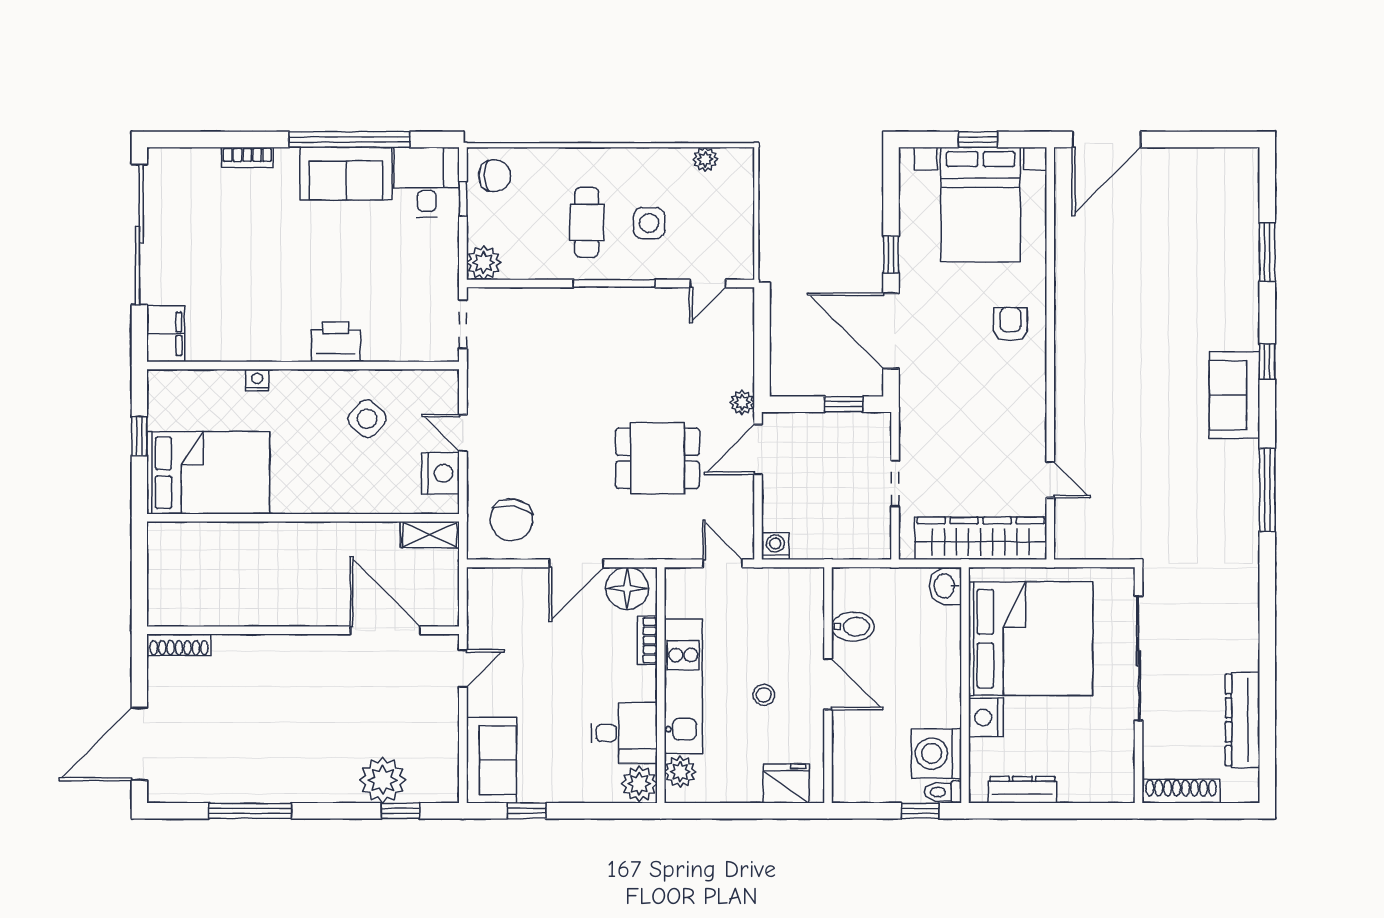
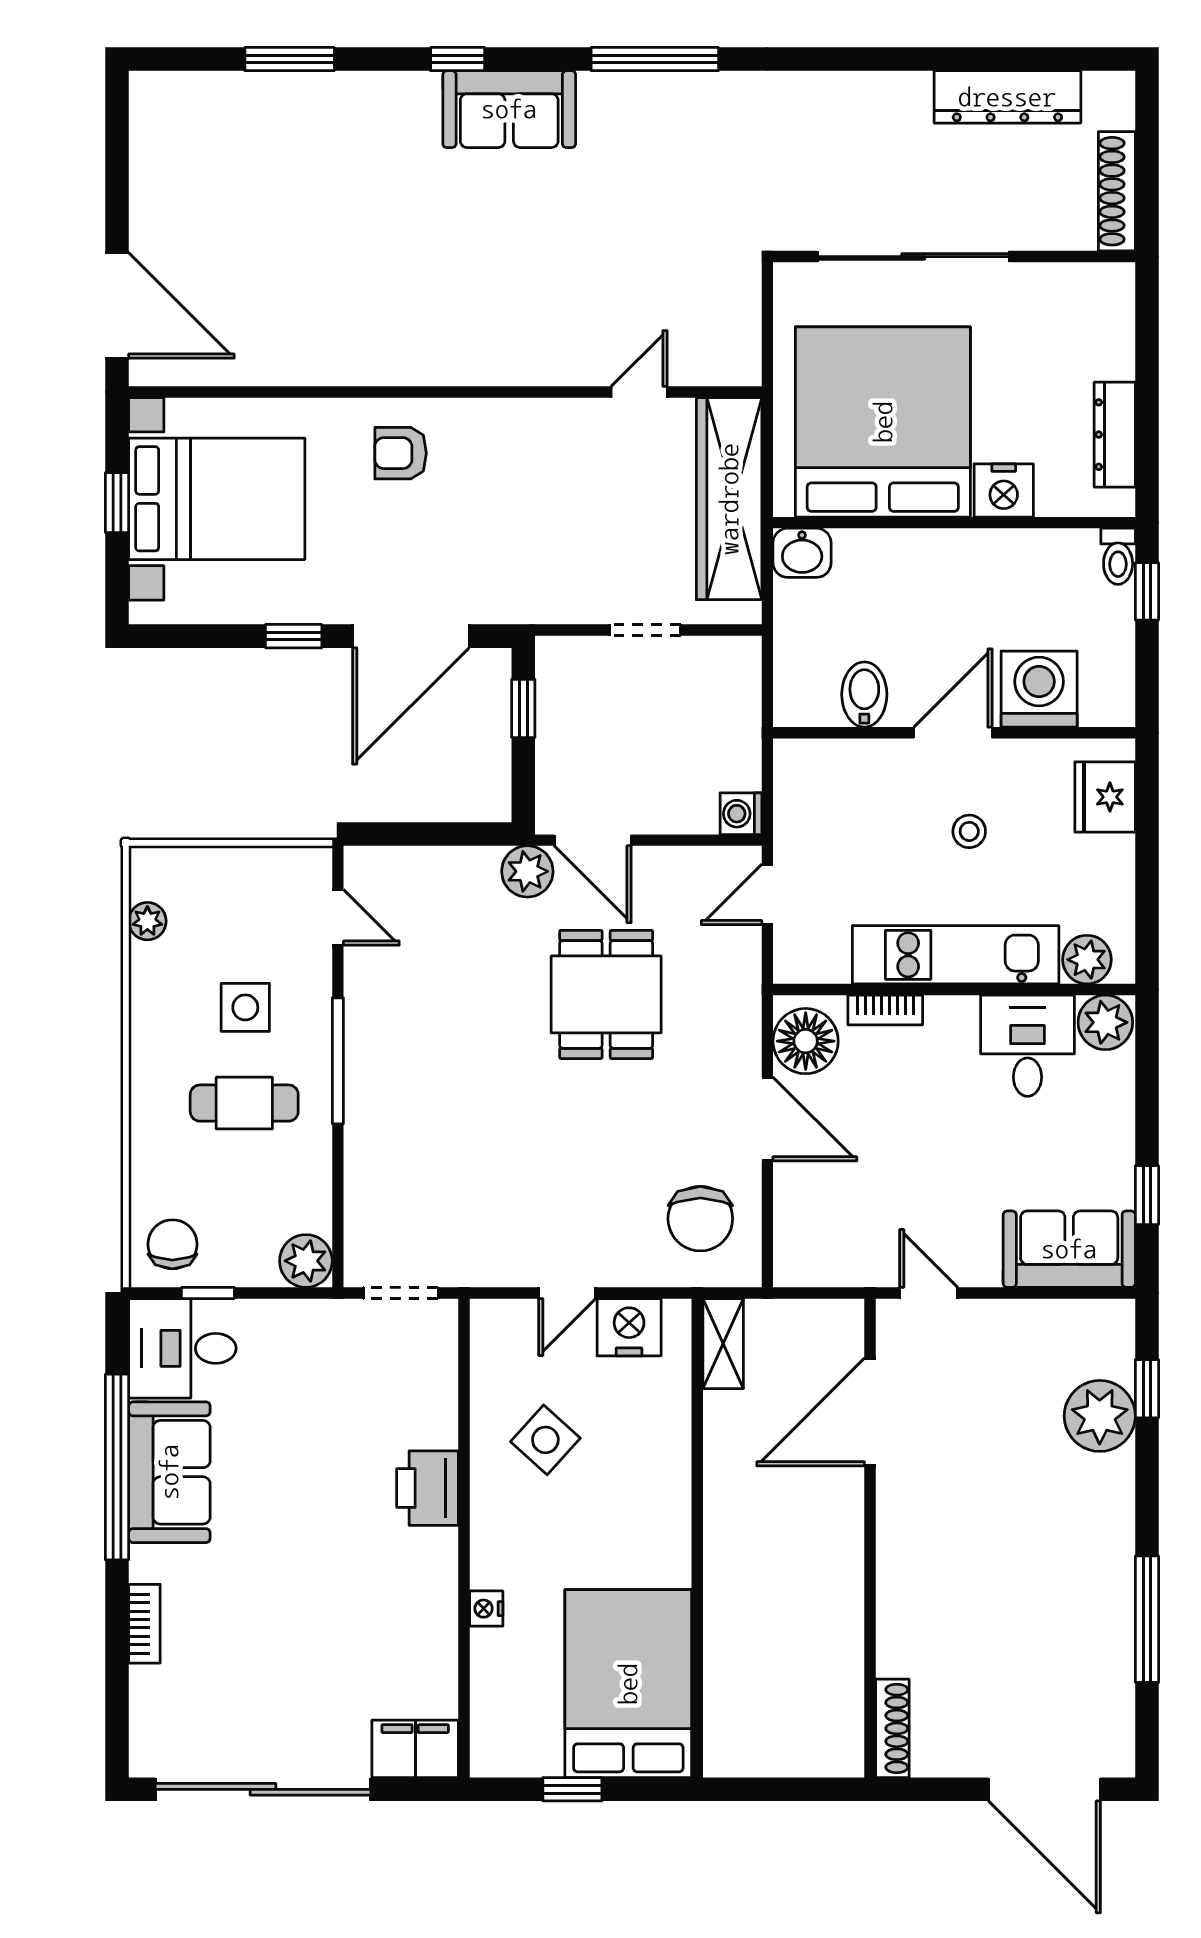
plant: (742, 402) -> (527, 871), width x1.38, depth x1.38
chair: (511, 520) -> (700, 1219), turned 81
washing machine: (937, 753) -> (1039, 689), moved, turned 180

